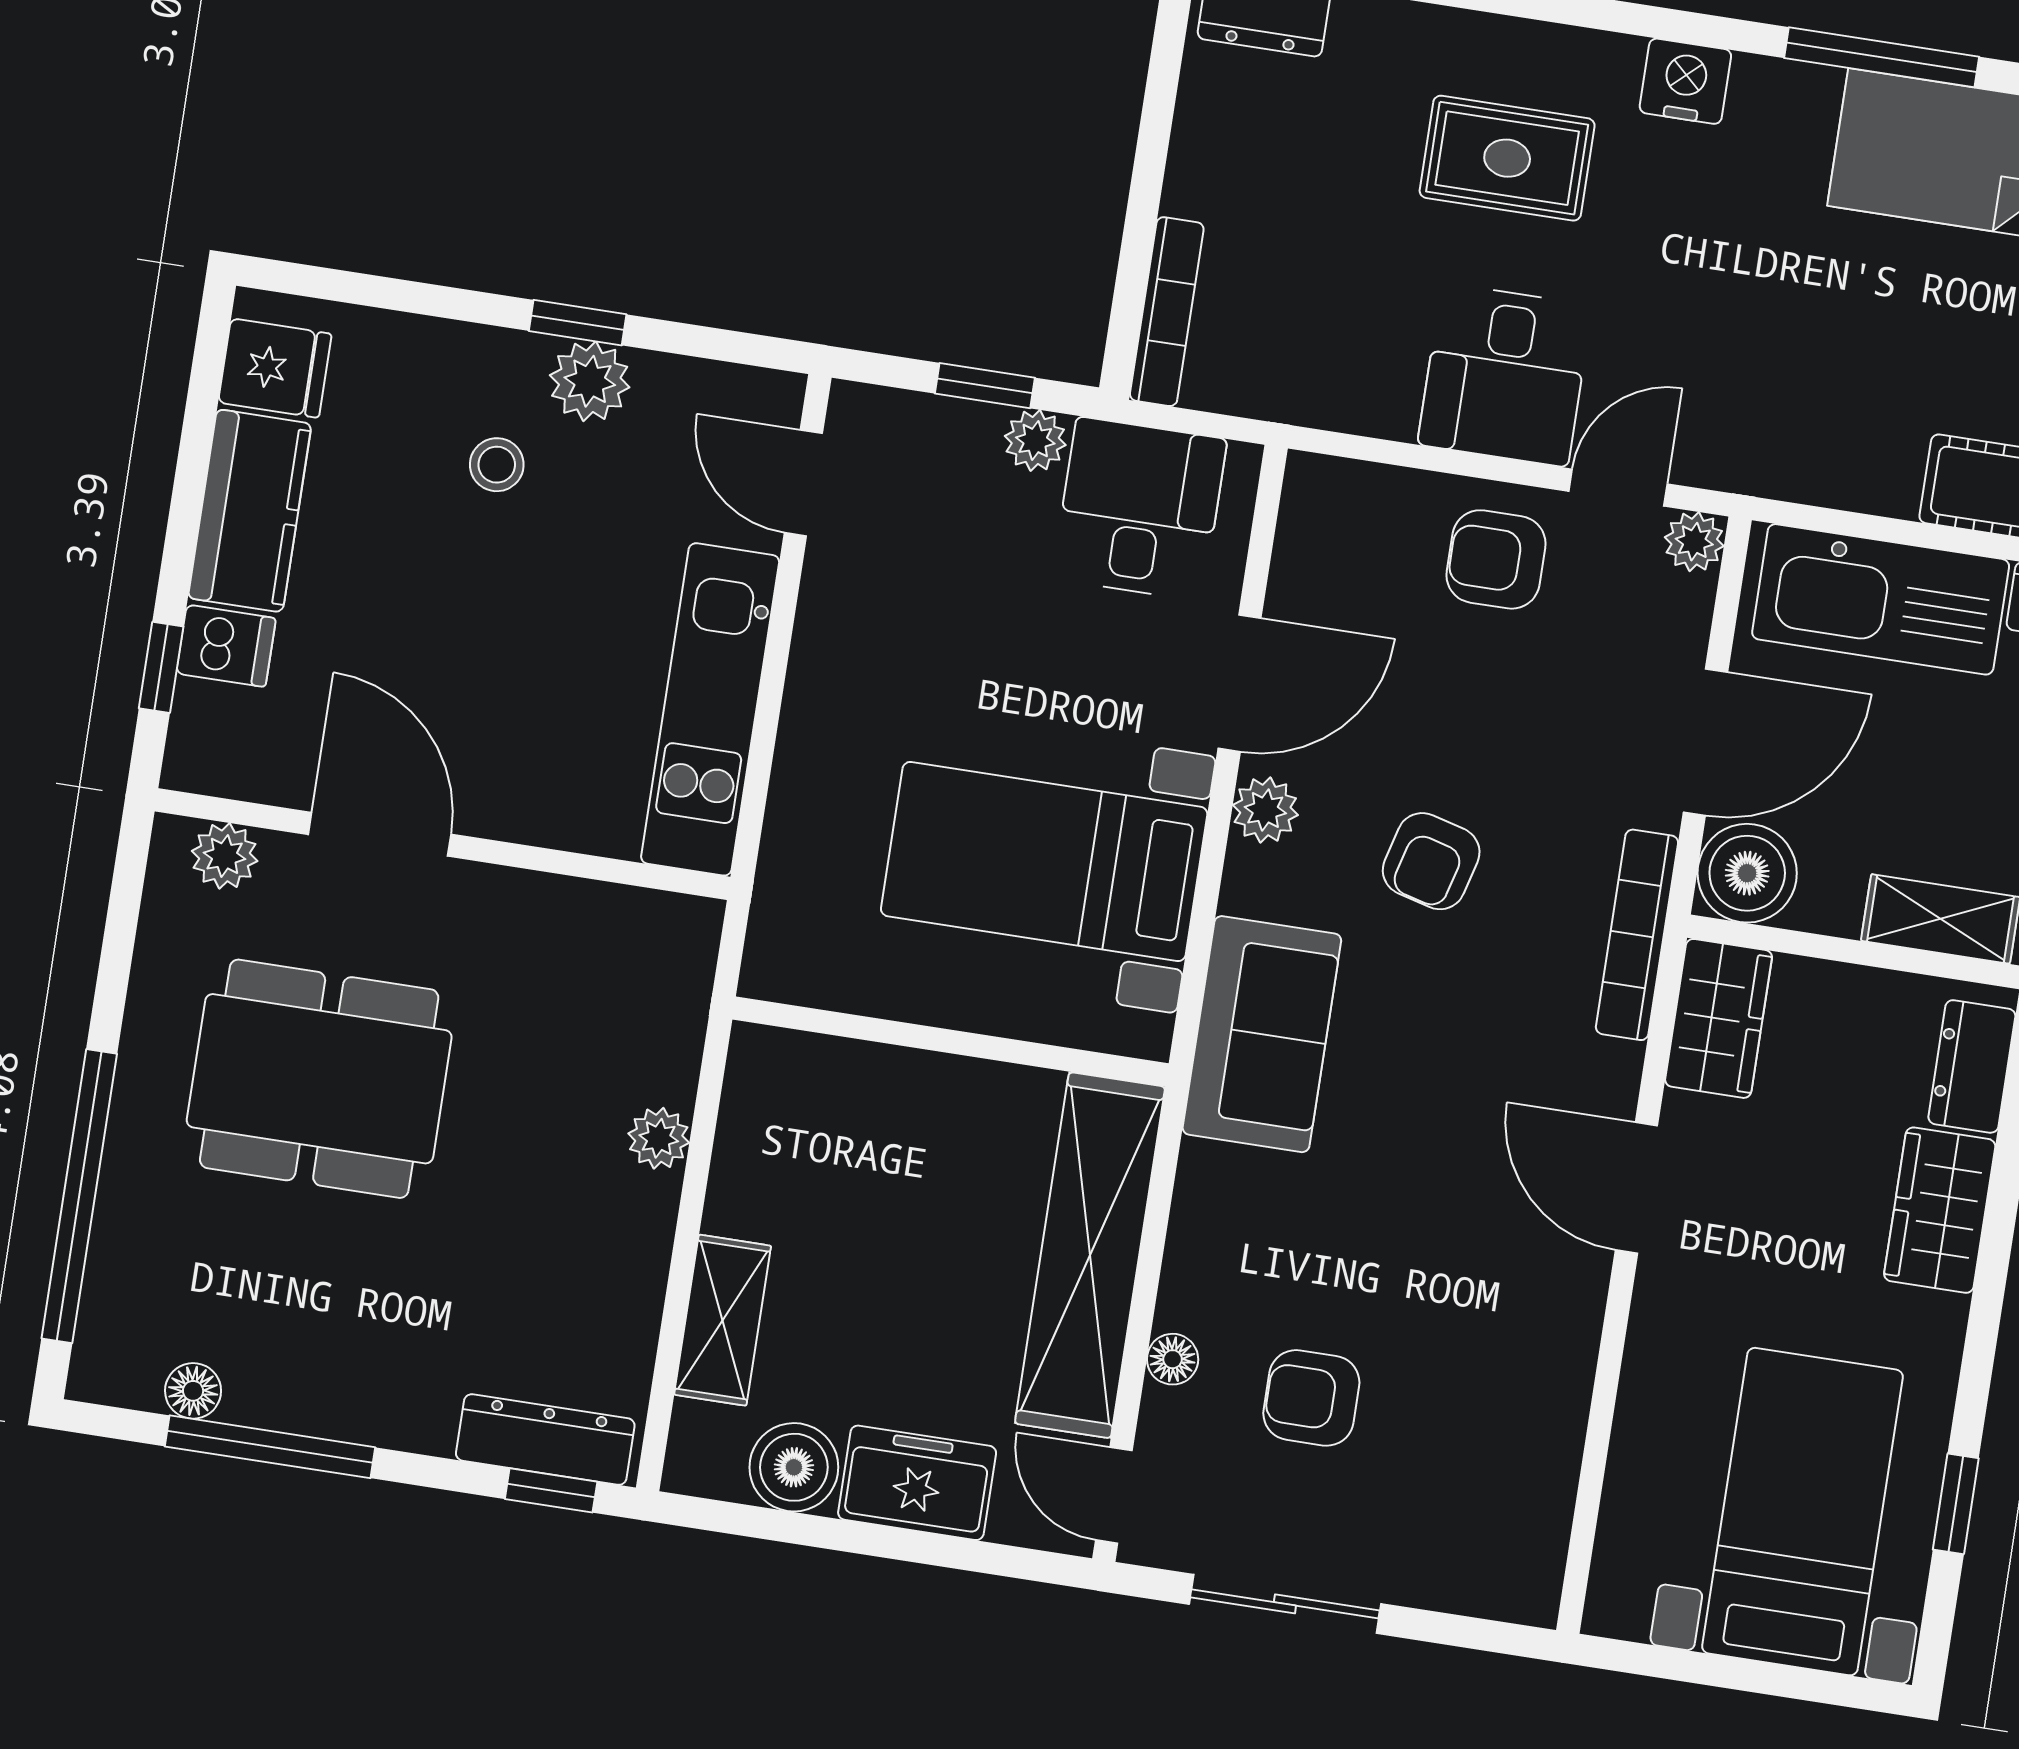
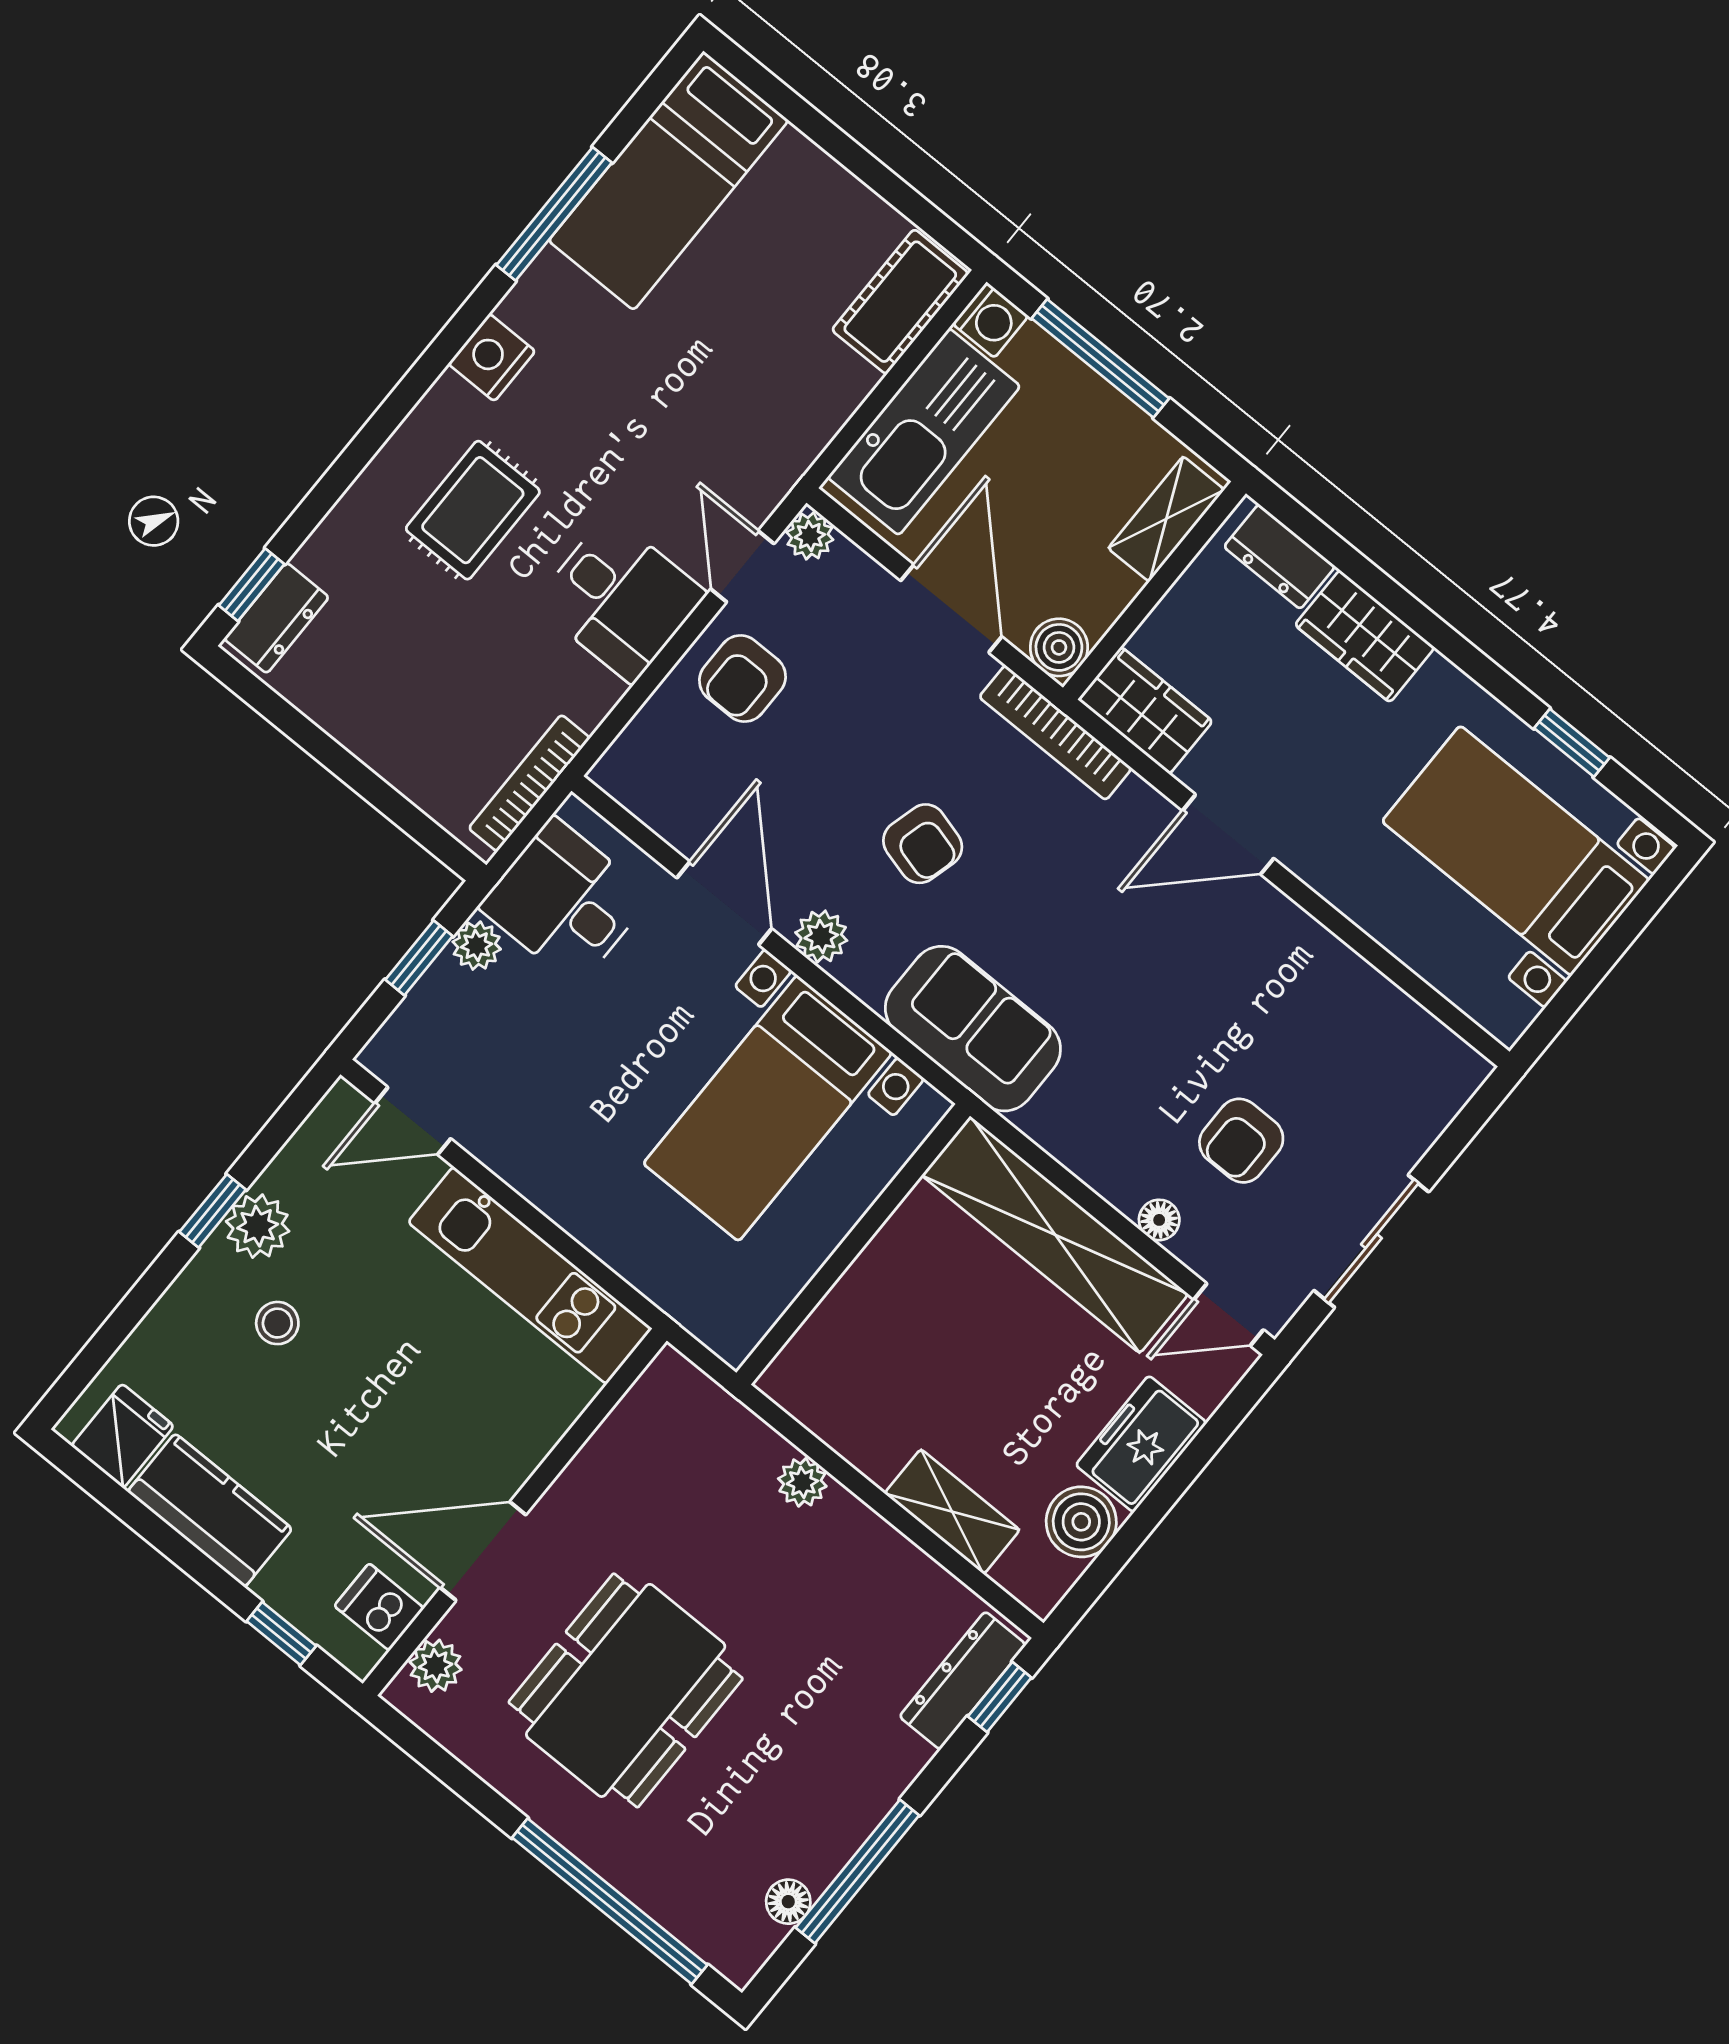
bookcase: (1167, 312) -> (529, 783), moved, turned -90
dishwasher: (226, 646) -> (379, 1607), moved, turned -90
boiler: (1747, 873) -> (1059, 647), width x0.73, depth x0.73

